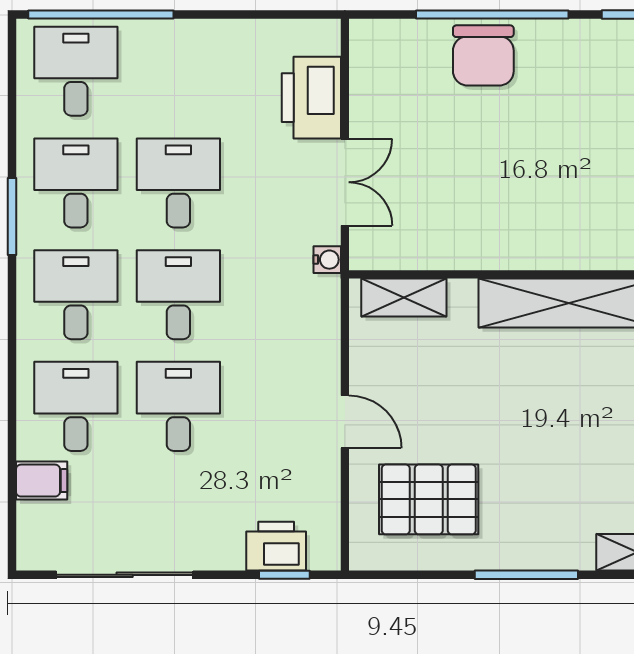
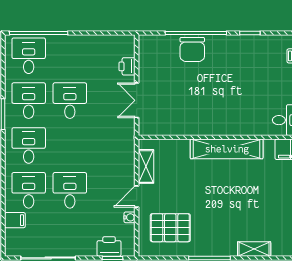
printer: (311, 98) -> (127, 66), width x0.53, depth x0.68
double door: (345, 182) -> (137, 100), swing flipped
water cooler: (327, 260) -> (130, 217), moved
desk: (178, 295) -> (70, 145), removed
shelving: (404, 298) -> (146, 166), moved, turned 90
door: (345, 422) -> (137, 197), swing flipped

